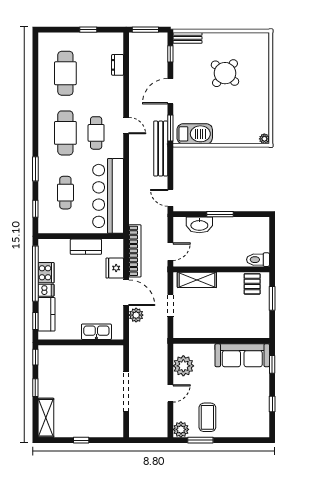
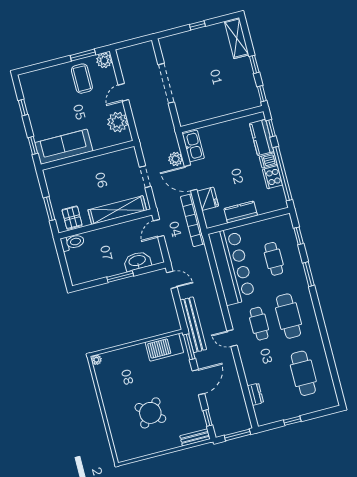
shelving: (197, 280) -> (117, 210), width x1.47
kitchen sink: (96, 332) -> (193, 146), moved, turned -90

